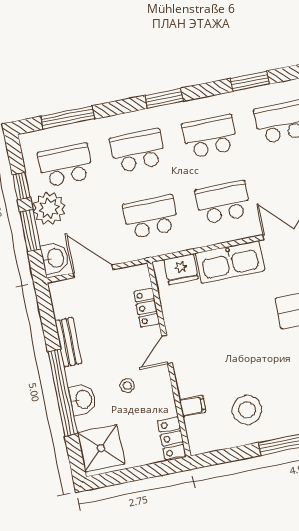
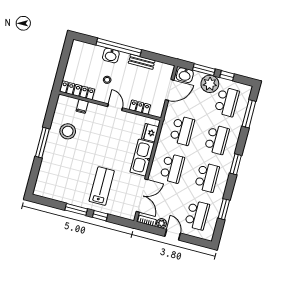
locker: (172, 438) -> (77, 90), width x1.53
shower: (101, 448) -> (83, 53), removed

